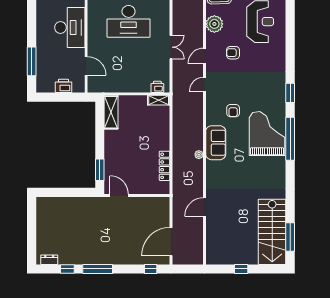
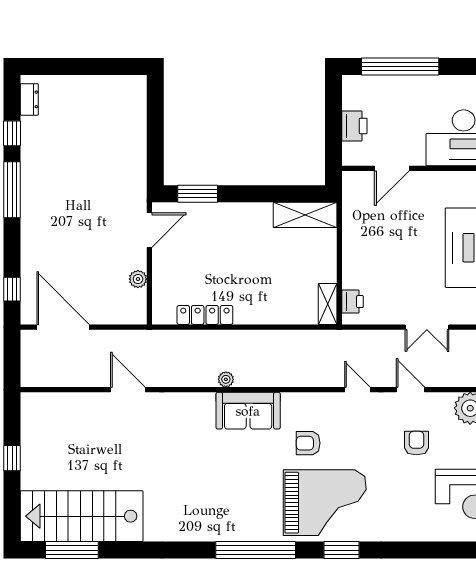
window: (32, 61) -> (400, 66), width x1.46
grand piano: (267, 134) -> (325, 503), moved
plant: (145, 202) -> (138, 279), added

